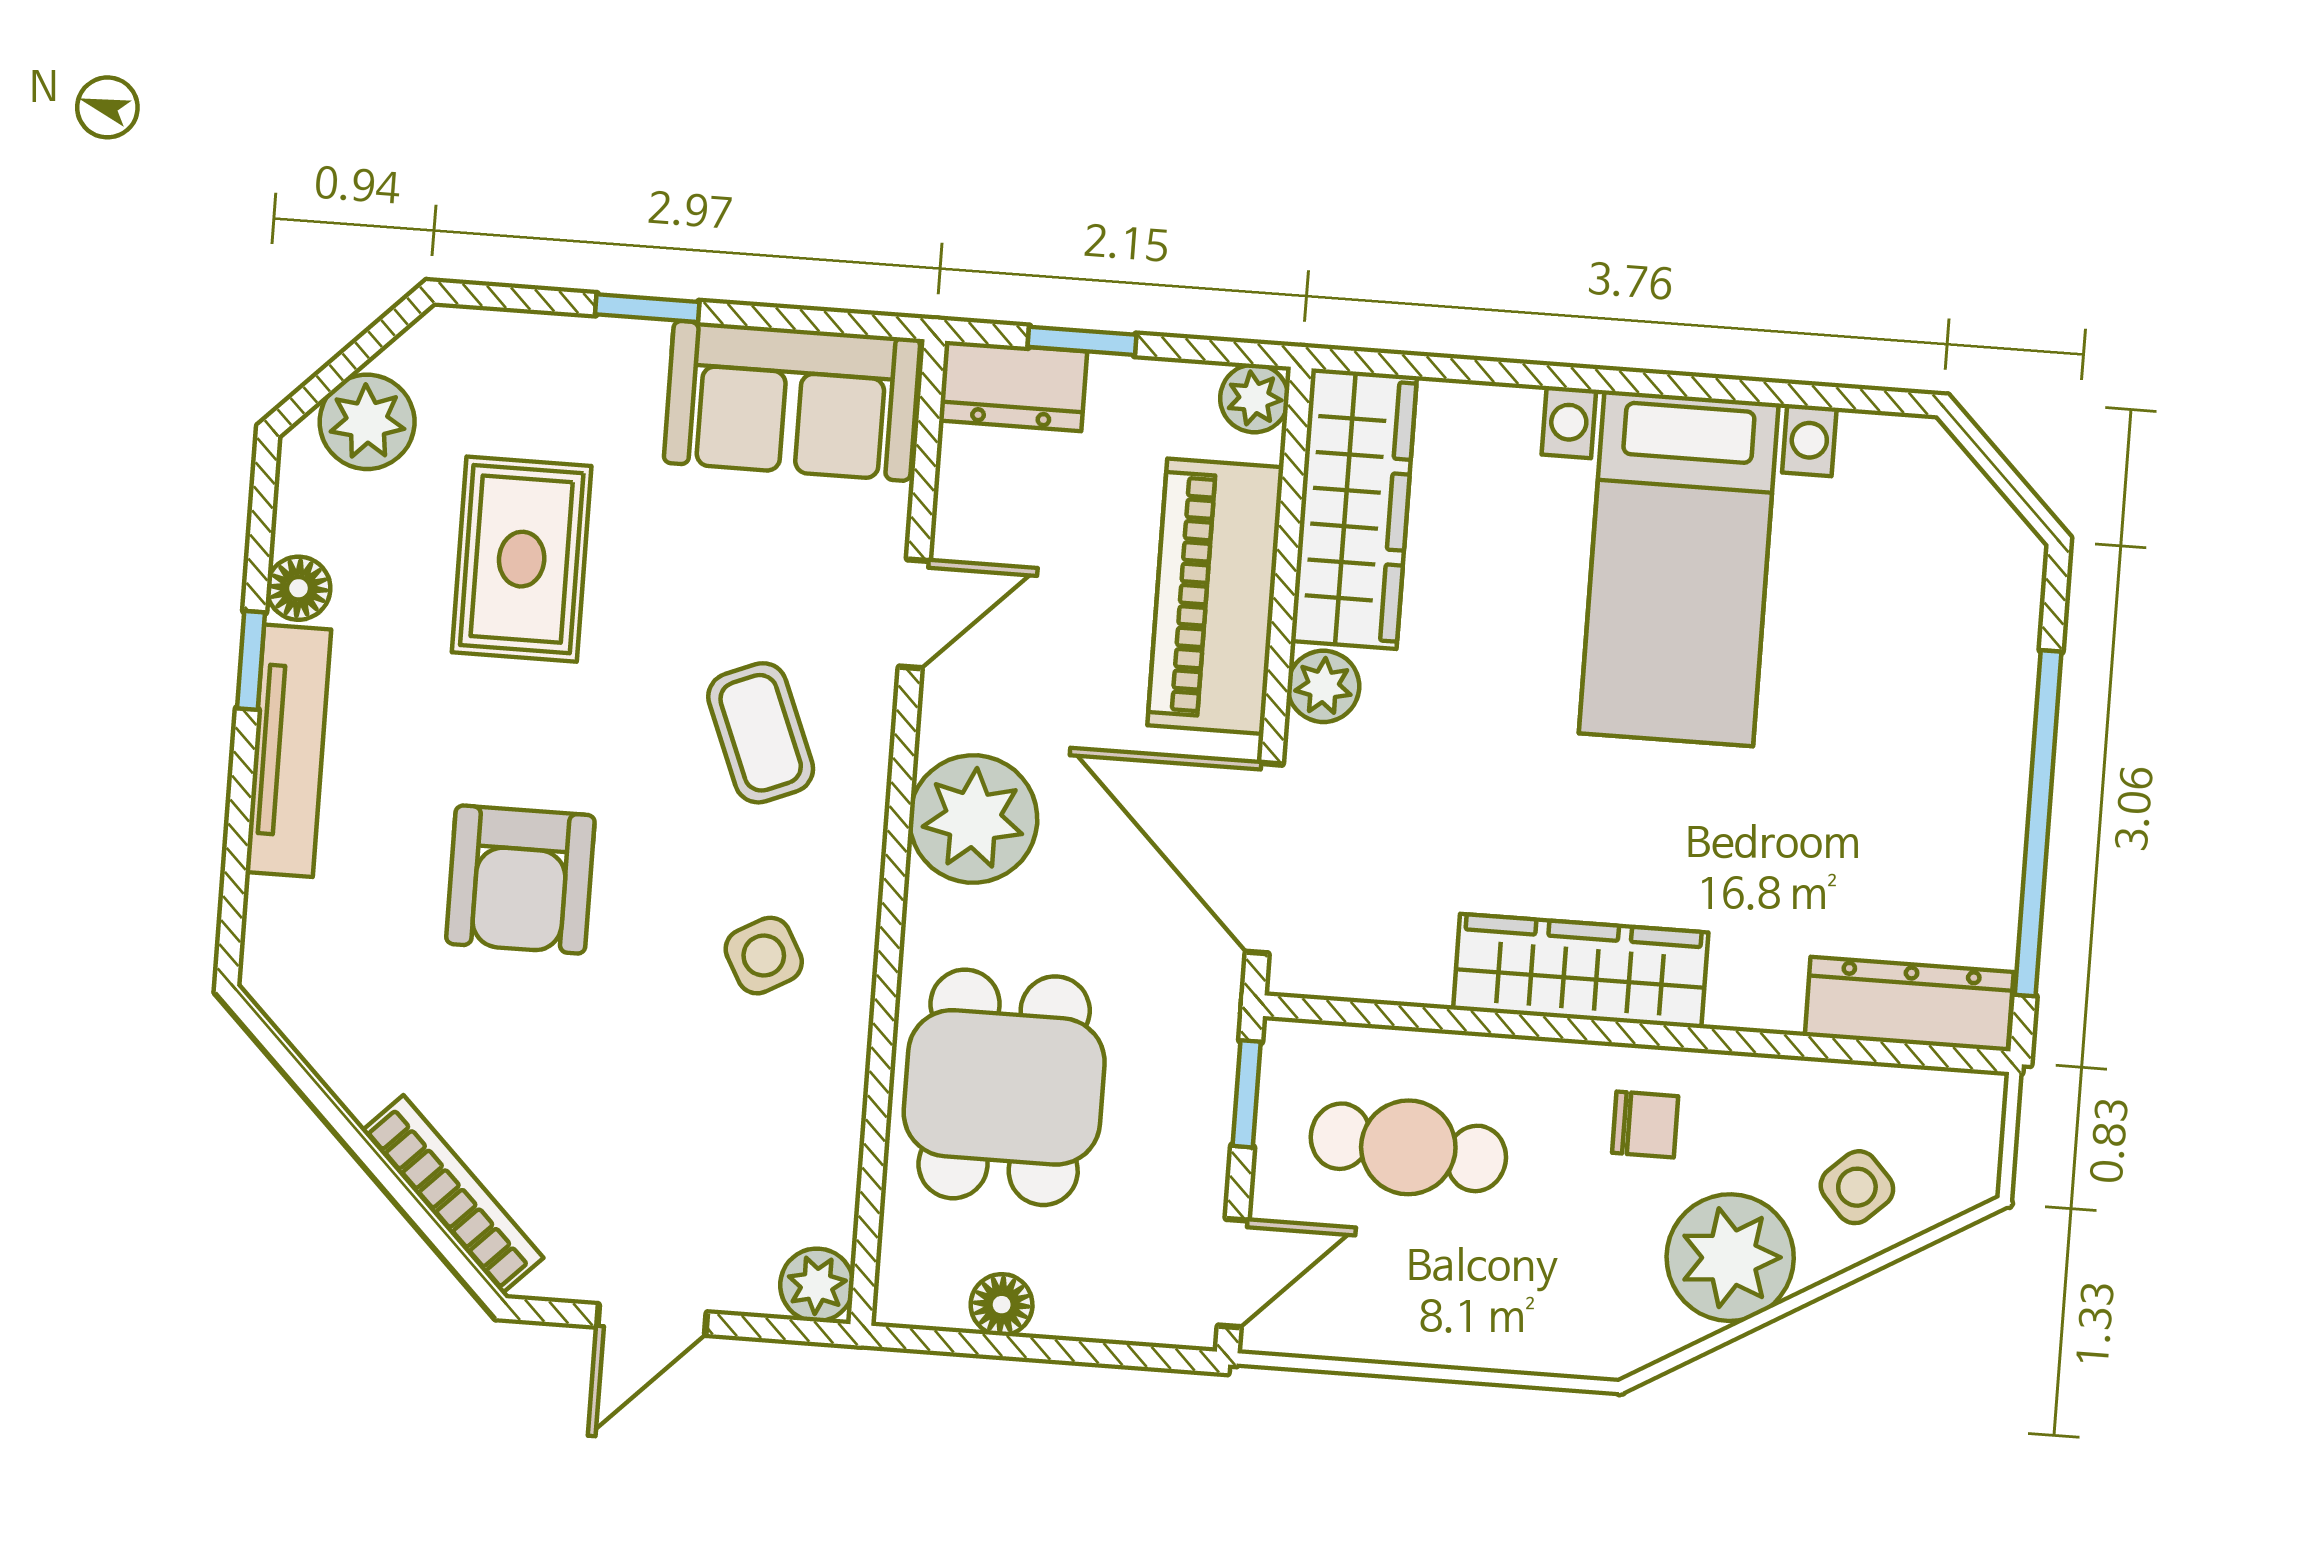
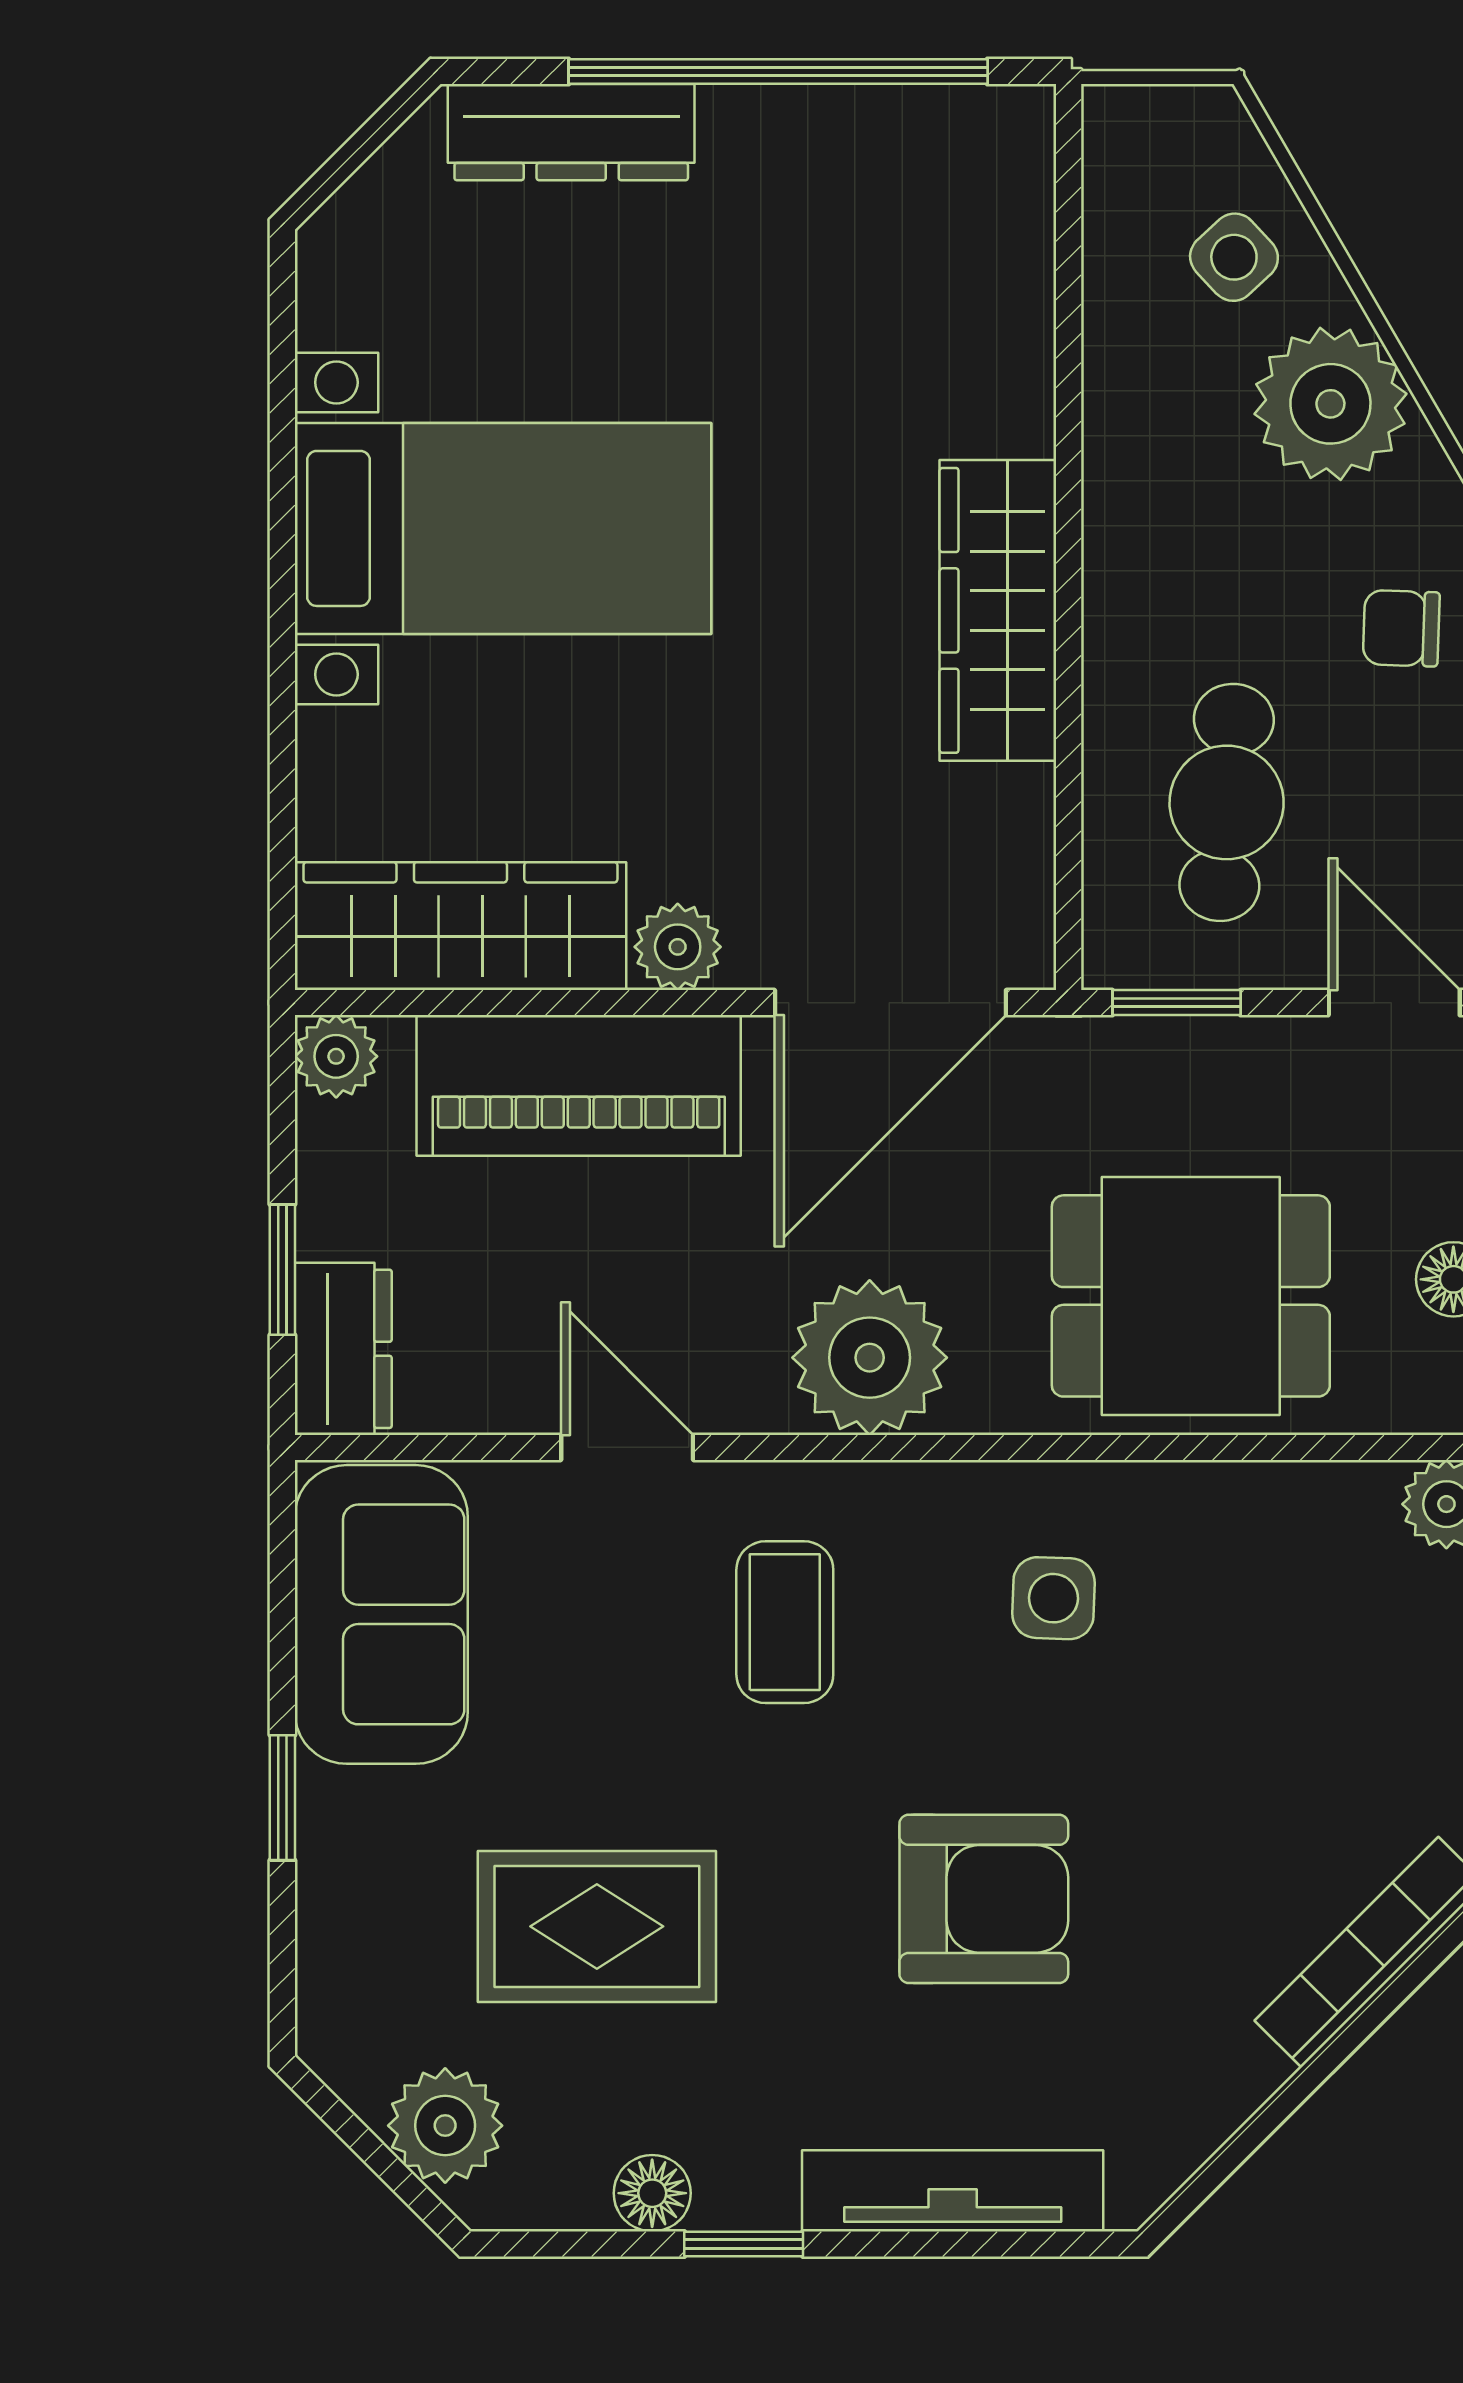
coffee table: (761, 733) -> (785, 1622), turned -68
tv unit: (288, 751) -> (953, 2191), moved
side table: (764, 956) -> (1053, 1598), turned 31
dresser: (1909, 1004) -> (571, 132), moved, turned -90
chair: (1645, 1124) -> (1401, 628), moved, turned -88

